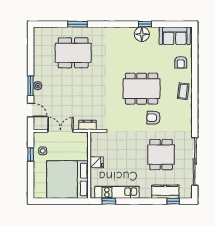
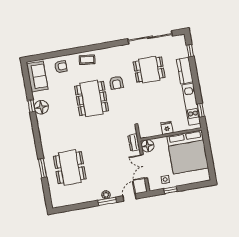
floor lamp: (81, 139) -> (148, 146), added
kitchen counter: (165, 192) -> (185, 71), moved

